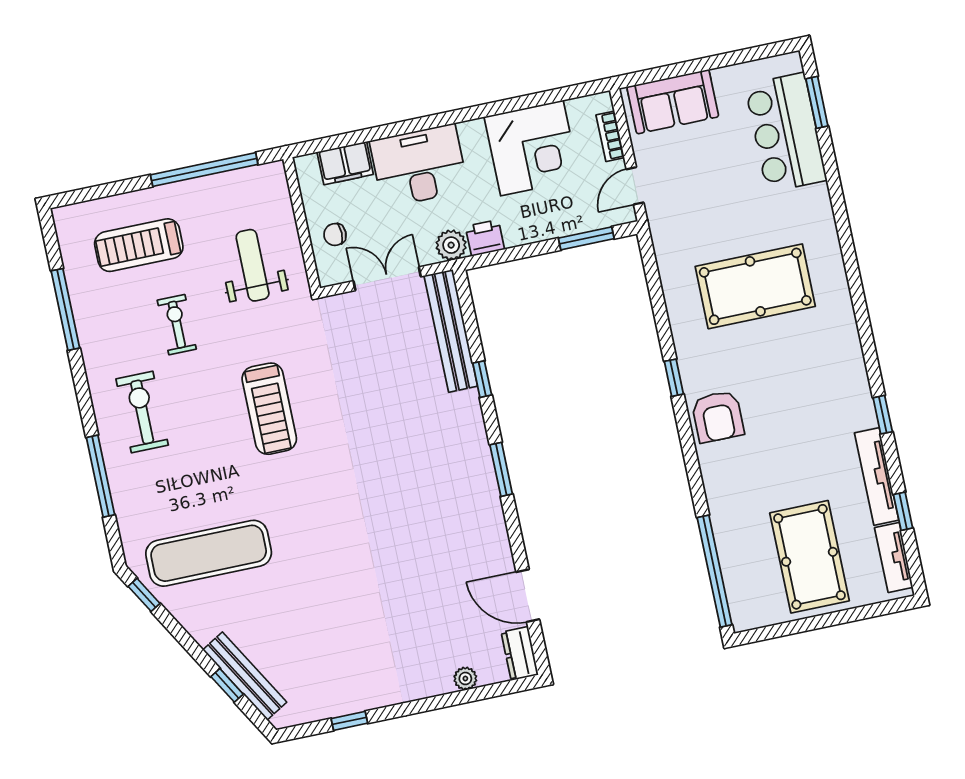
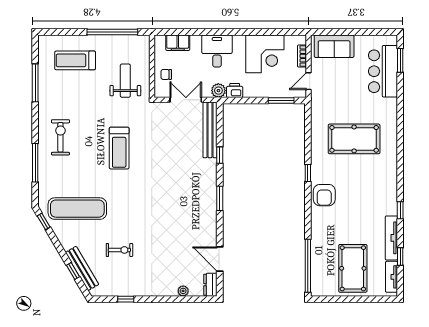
desk: (419, 166) -> (217, 51), width x0.73
exercise bike: (177, 325) -> (119, 250), moved, turned 90

